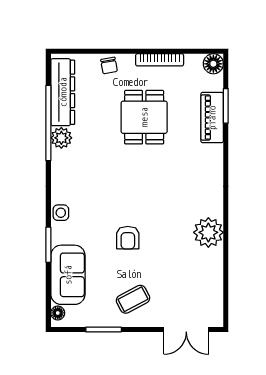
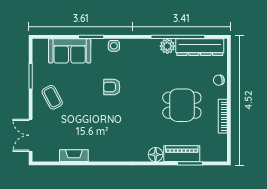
floor lamp: (213, 64) -> (156, 155), moved
plant: (208, 232) -> (100, 151), removed
armchair: (128, 238) -> (112, 87), moved
fireplace: (215, 269) -> (74, 156), added
floor lamp: (58, 313) -> (42, 44), removed

